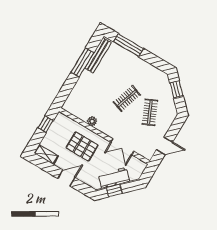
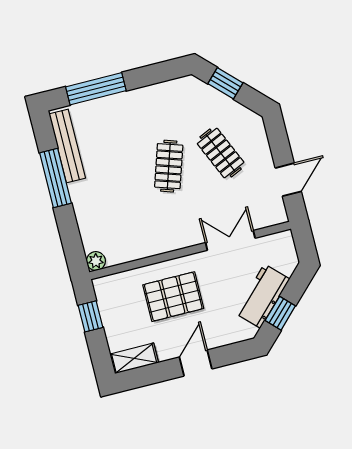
plant: (92, 121) -> (96, 261), moved
double door: (122, 147) -> (230, 240), swing flipped

